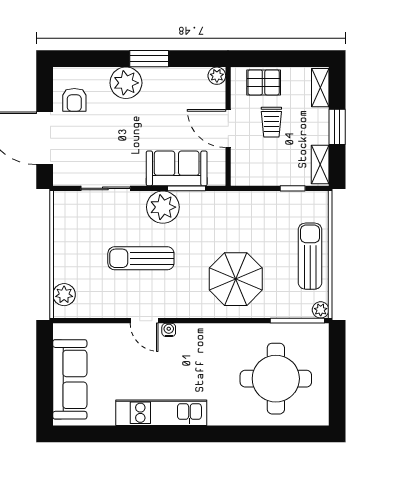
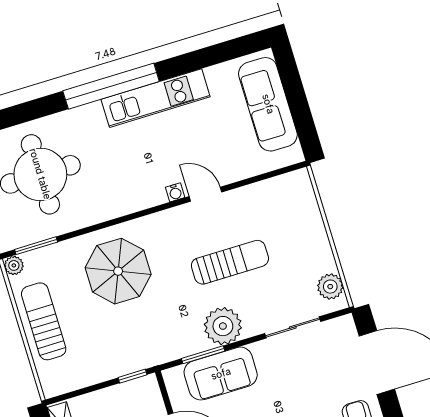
window: (293, 188) -> (132, 376), moved
sun lounger: (310, 256) -> (44, 321), turned 180
plant: (64, 295) -> (330, 287), moved
window: (297, 321) -> (36, 246), width x0.69
window: (195, 434) -> (111, 86), added

